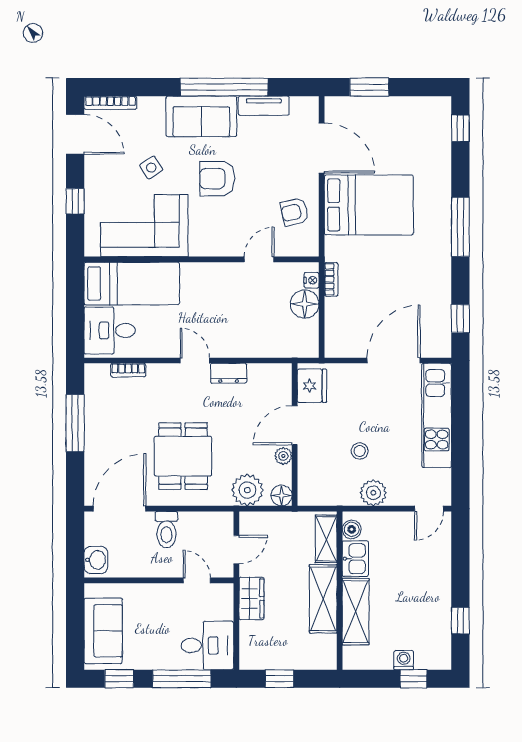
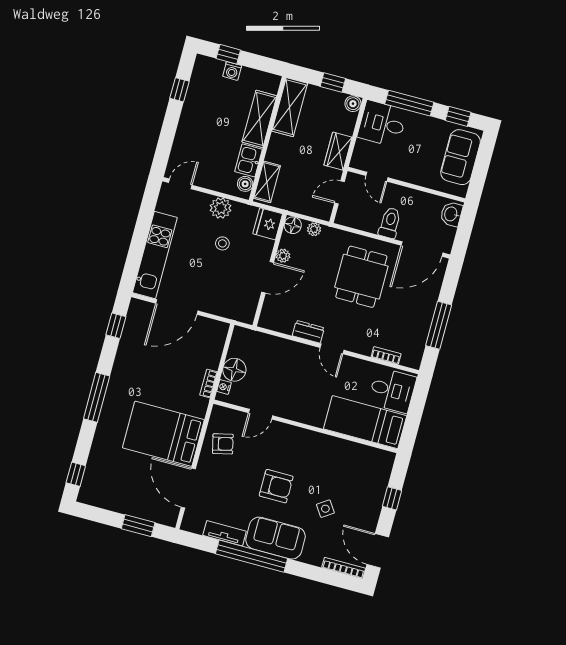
corner sofa: (144, 226) -> (343, 465), removed
fridge: (312, 386) -> (268, 224), moved
plant: (247, 490) -> (314, 229), width x0.53, depth x0.53
shelving: (323, 599) -> (290, 107), moved
boiler: (249, 660) -> (353, 104), added

